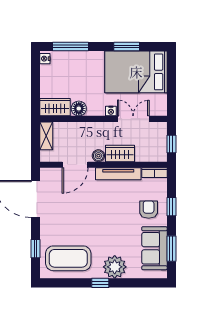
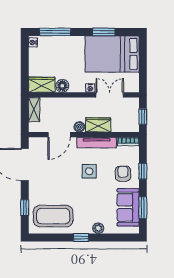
side table: (110, 207) -> (89, 171), added
plant: (115, 267) -> (98, 228), width x0.53, depth x0.53

